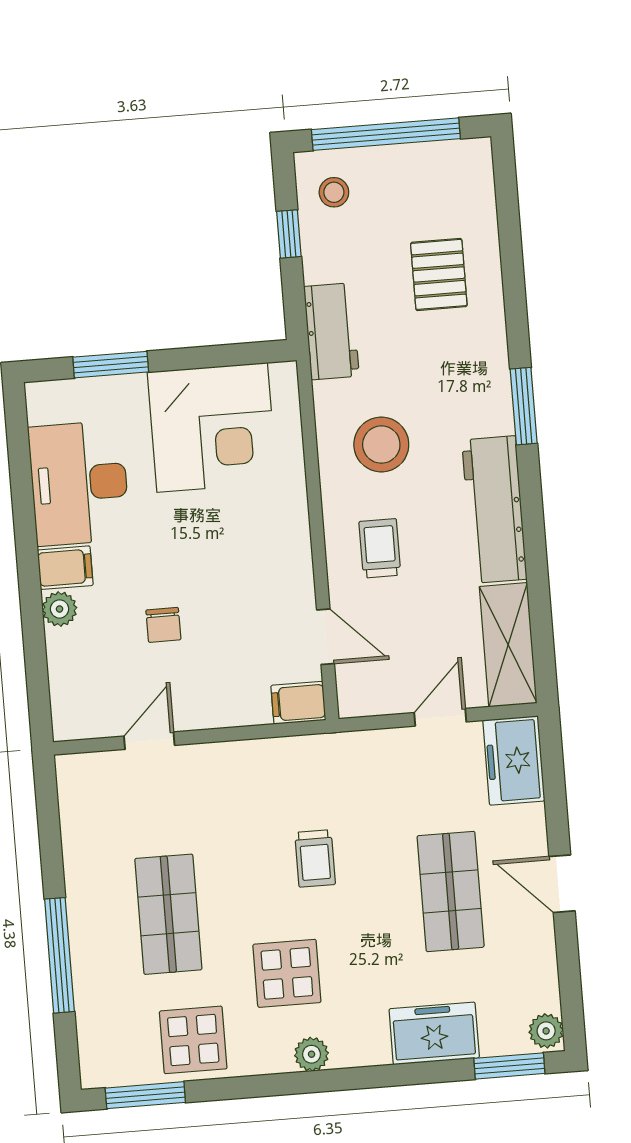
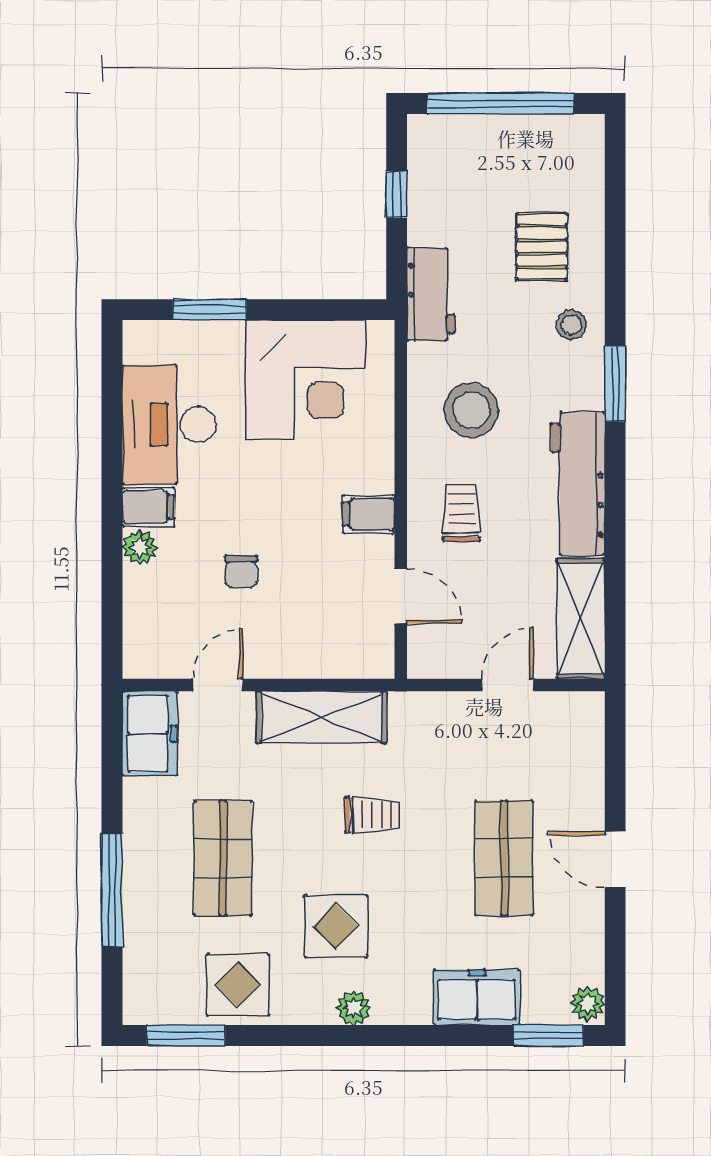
stool: (334, 192) -> (571, 325), moved
filing cabinet: (298, 703) -> (369, 514), moved
freezer: (514, 760) -> (150, 734), moved, turned 180
shelving: (256, 765) -> (321, 717), added
trolley: (315, 858) -> (373, 815), turned -90

